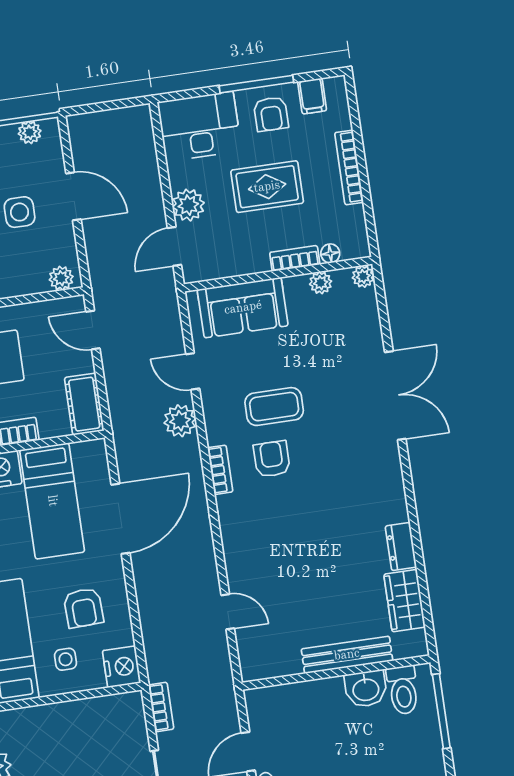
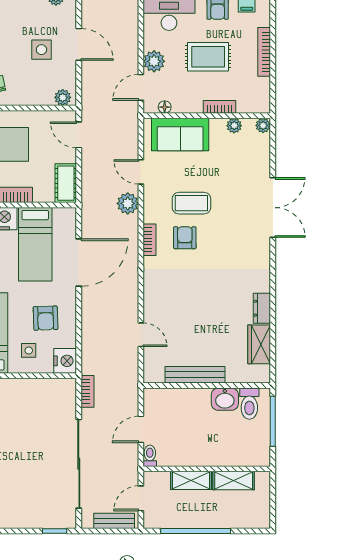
floor lamp: (330, 253) -> (165, 107), moved
bench: (347, 655) -> (195, 375), moved

